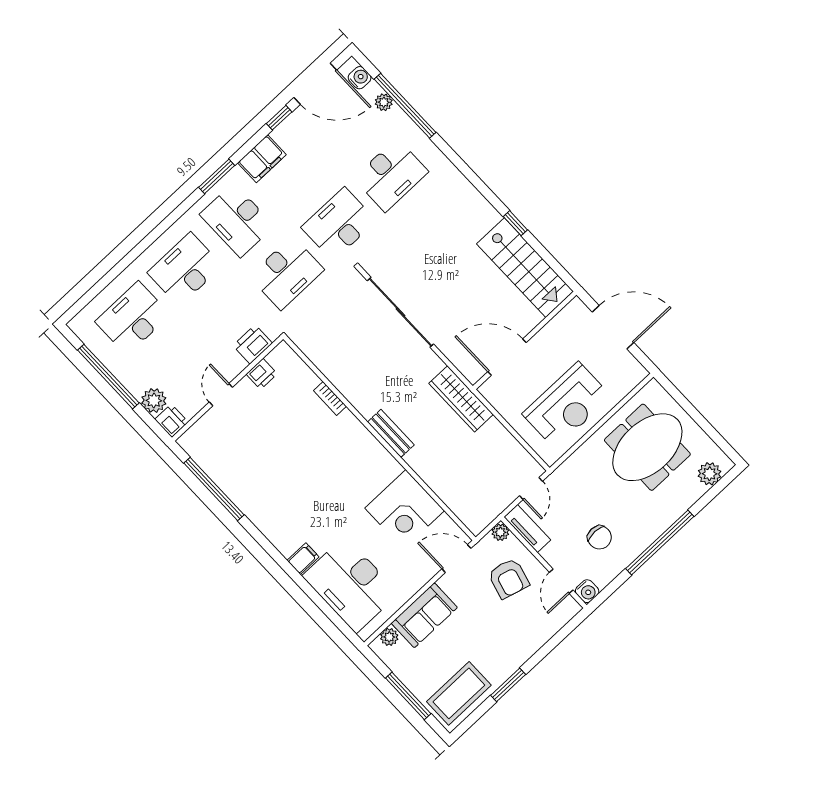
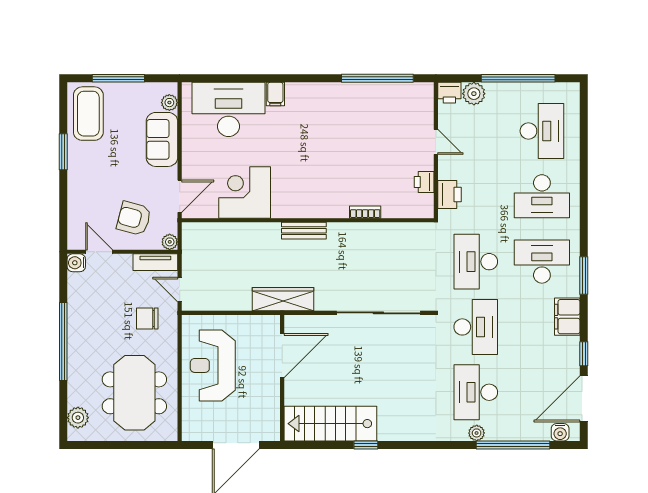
plant: (384, 102) -> (477, 433), moved
desk: (185, 269) -> (542, 196), turned 90
chair: (600, 537) -> (147, 319), moved

